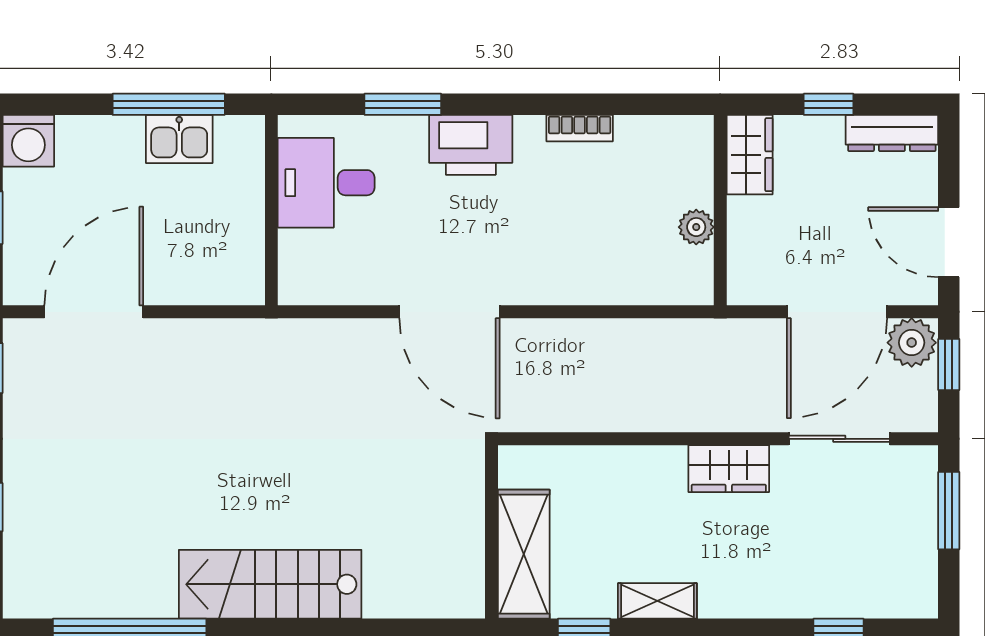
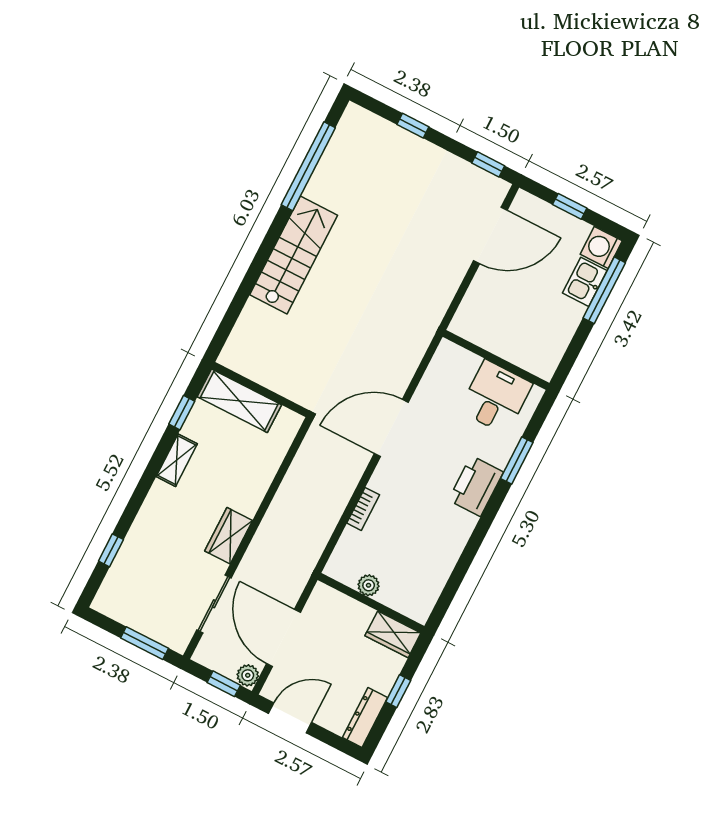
window: (169, 104) -> (604, 290), moved
bookcase: (580, 128) -> (363, 509), moved, turned 180
kitchen sink: (179, 139) -> (585, 282), moved
door: (94, 312) -> (490, 235), hinge flipped
plant: (912, 343) -> (248, 675), width x0.73, depth x0.73

